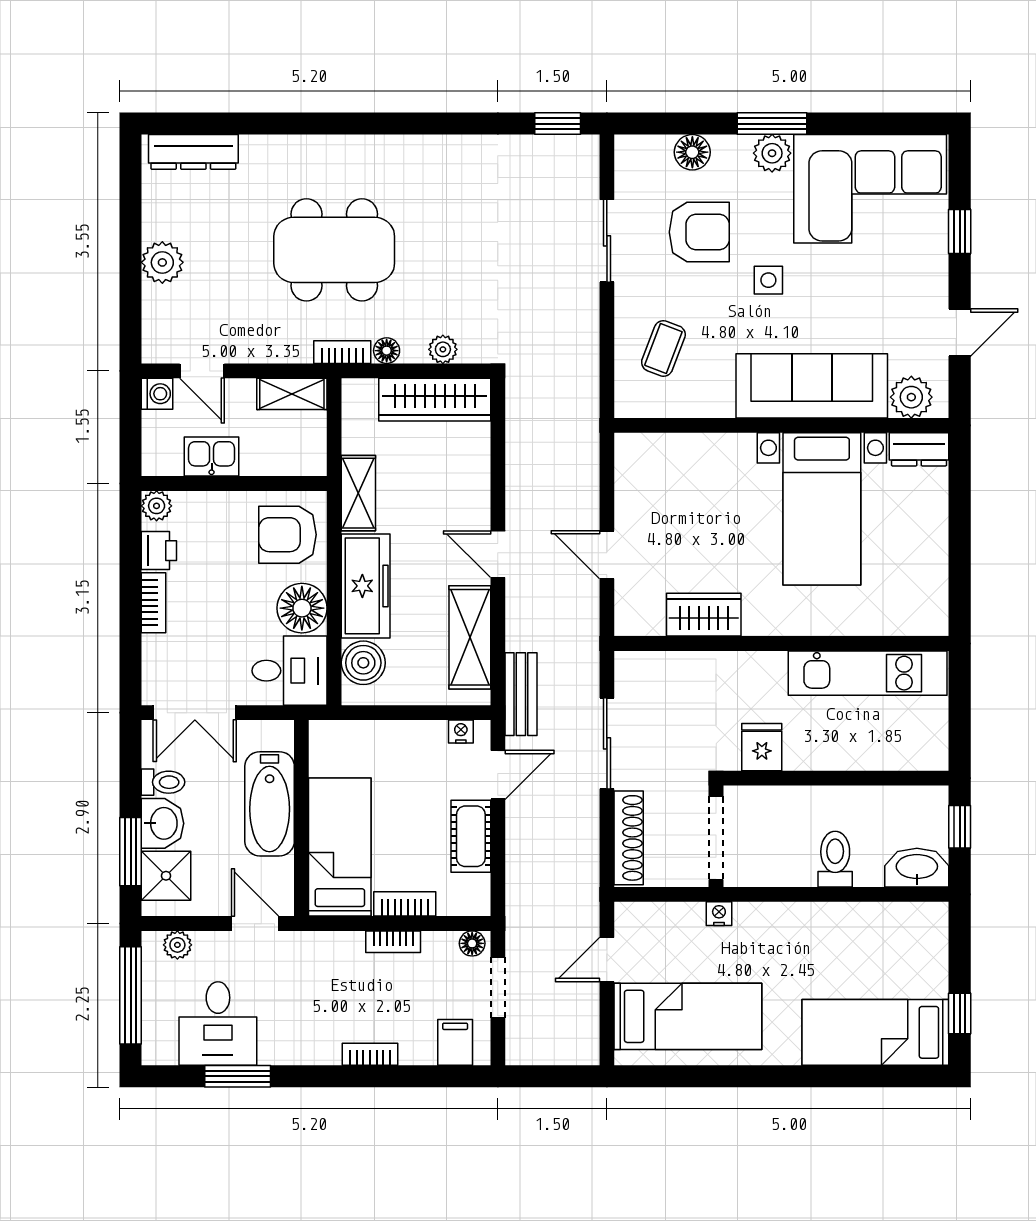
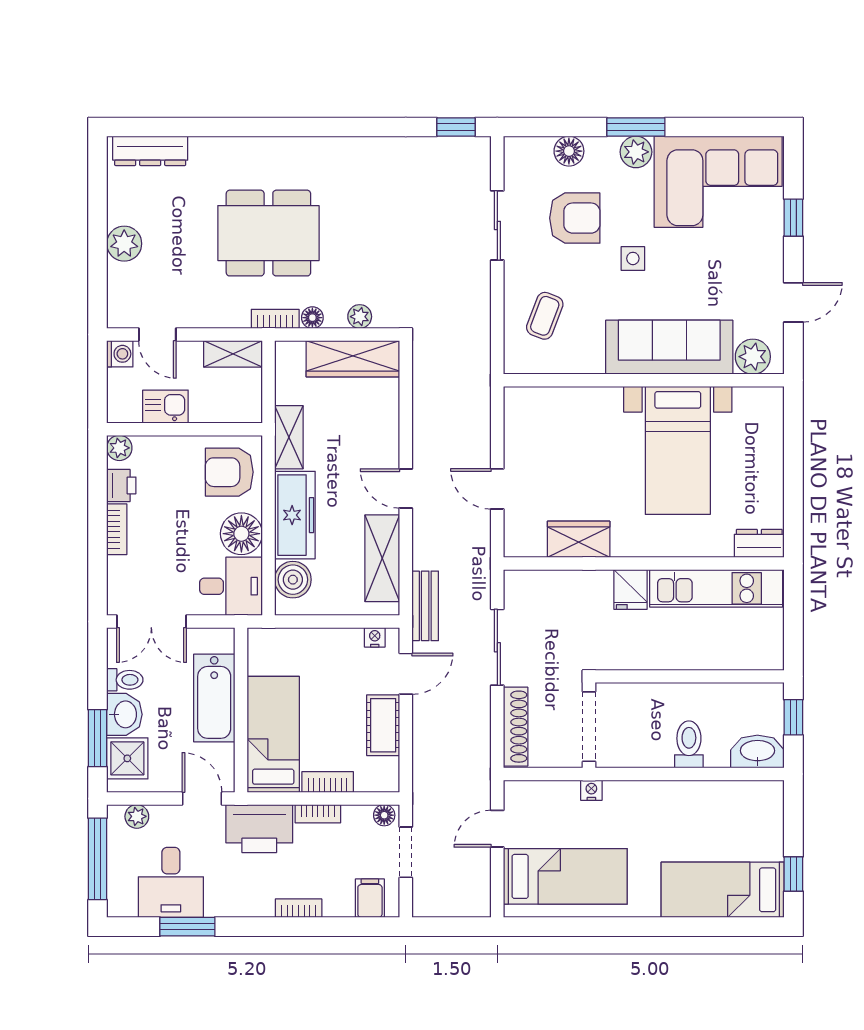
dresser: (919, 449) -> (759, 543), moved, turned 180
fridge: (762, 747) -> (630, 589), moved, turned 180
printer: (323, 959) -> (259, 829), added

